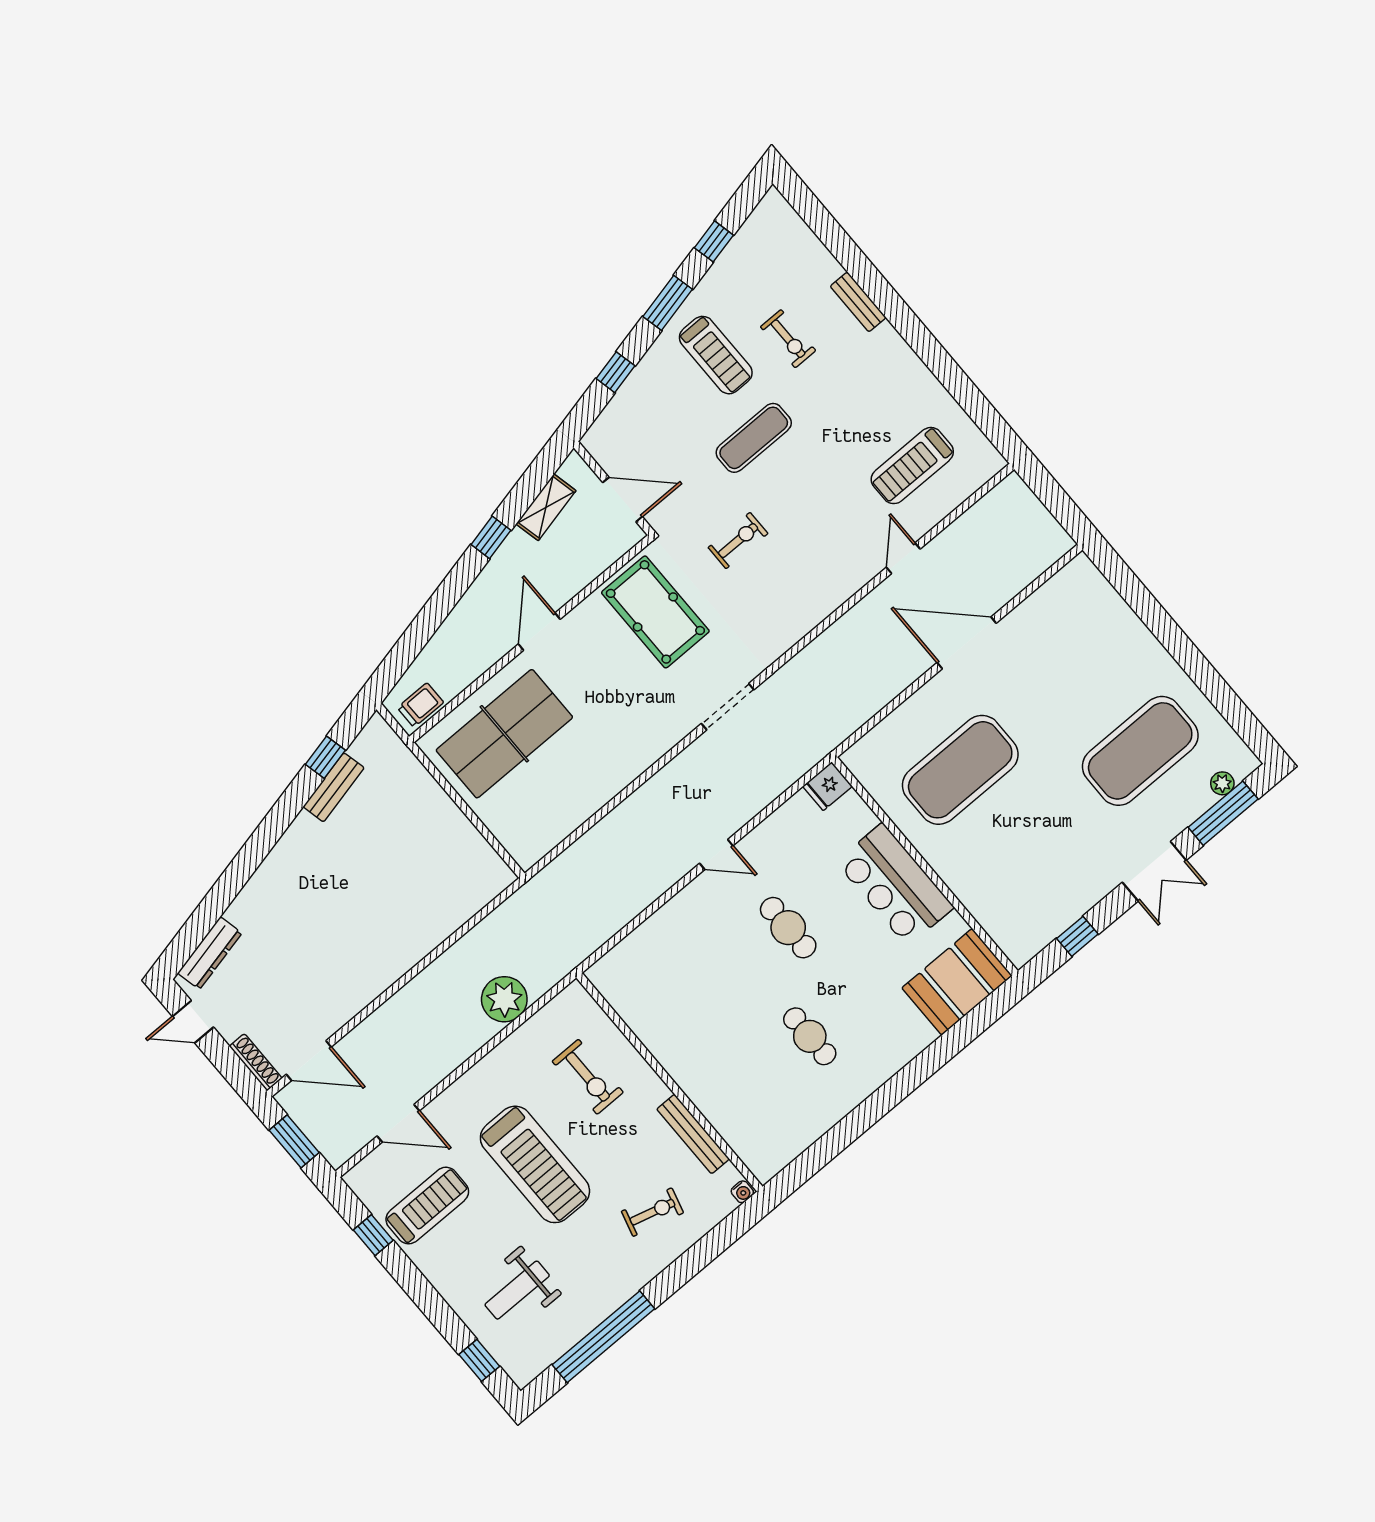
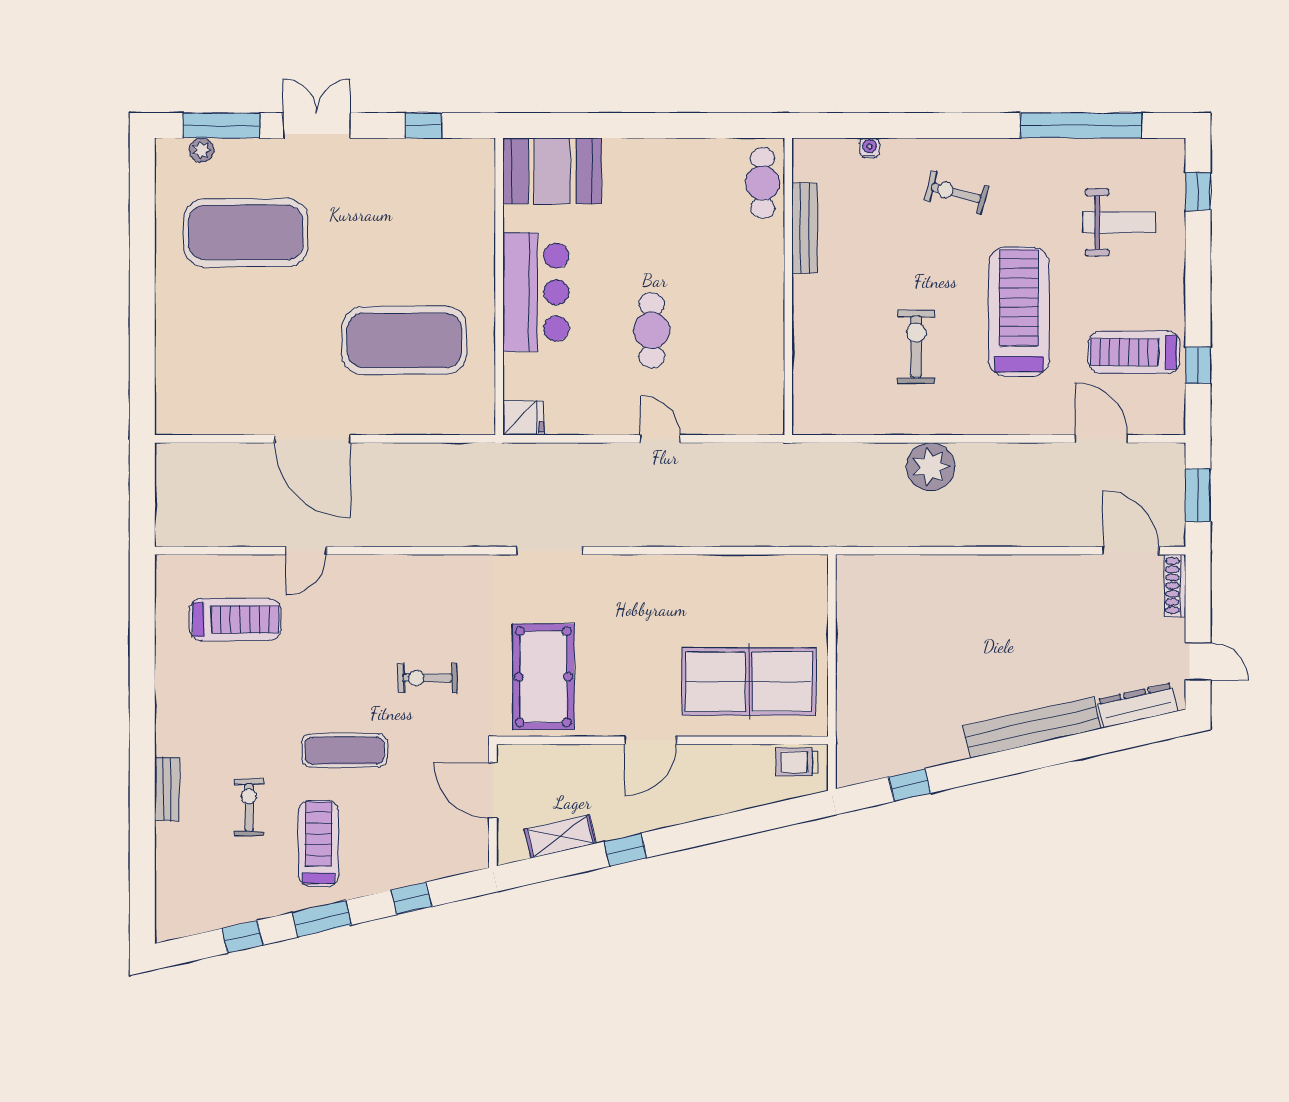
bench: (334, 787) -> (1032, 727), moved, width x1.86, depth x1.21
cafe table: (810, 1036) -> (763, 183), moved
wall: (669, 1082) -> (788, 286), moved
bench: (693, 1134) -> (805, 228), moved

